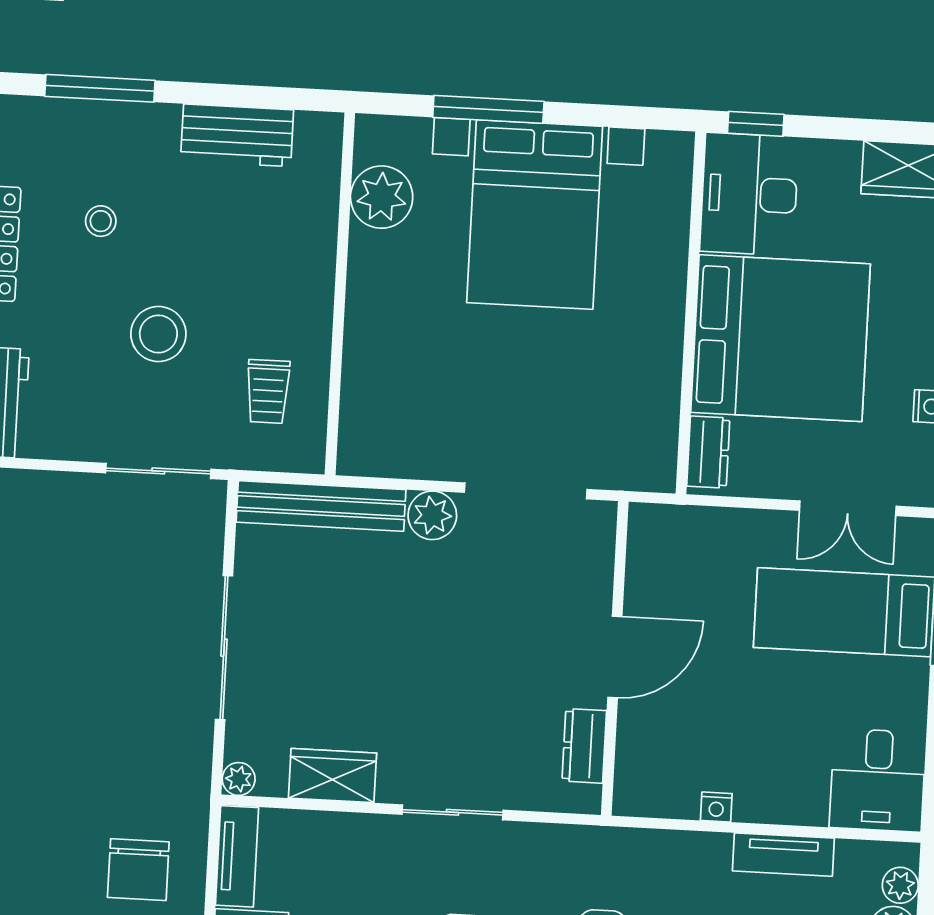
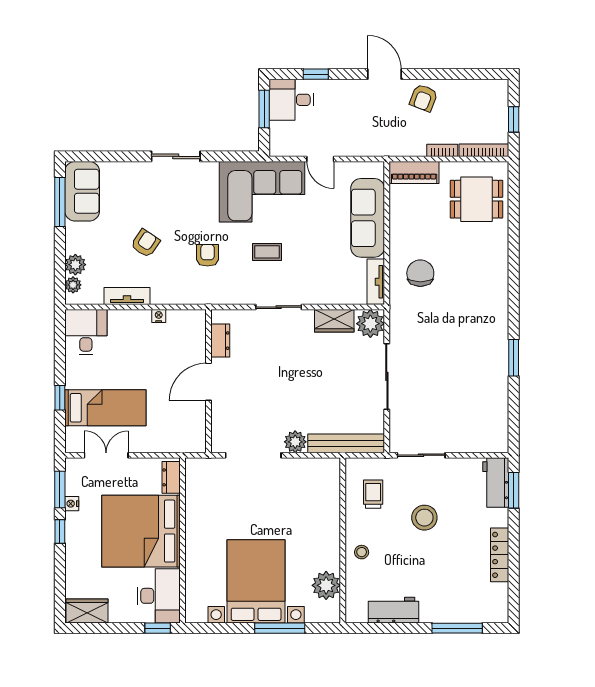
stool: (101, 221) -> (362, 552), moved
plant: (239, 779) -> (370, 324), width x1.87, depth x1.87

